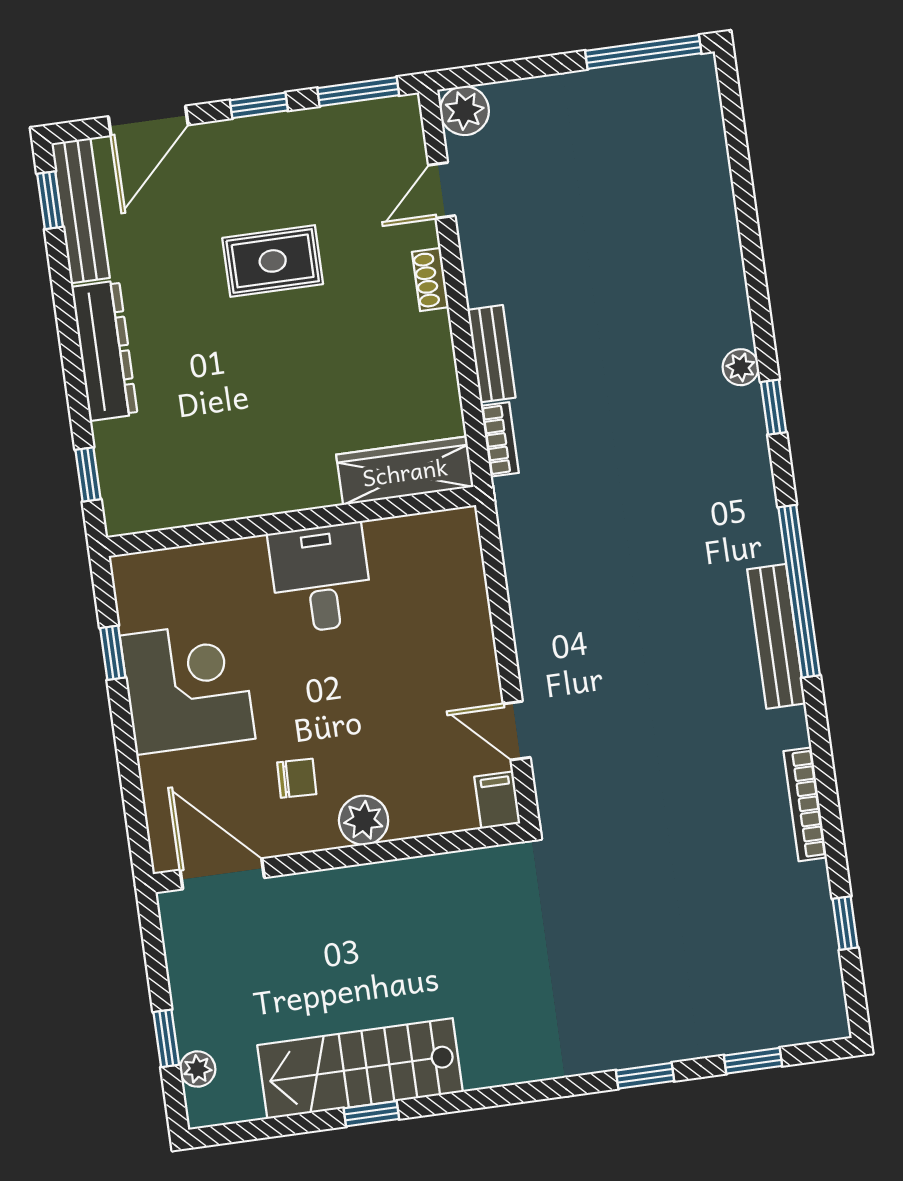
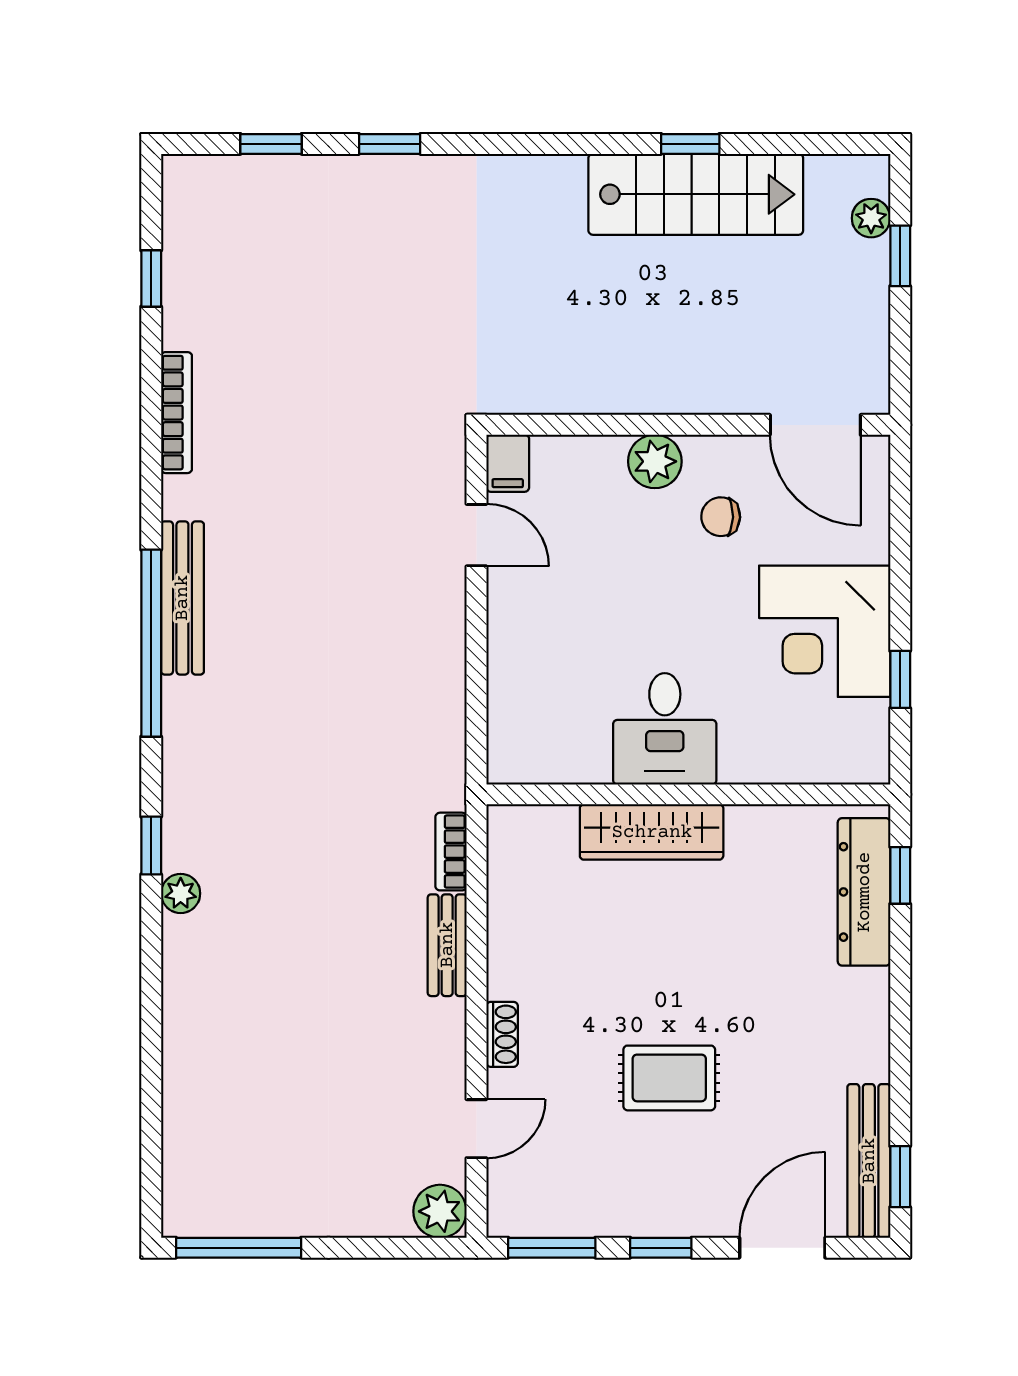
dresser: (104, 351) -> (864, 892), moved
wardrobe: (405, 471) -> (652, 832), moved

